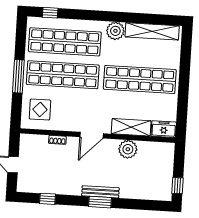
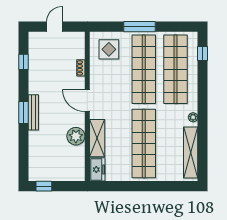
plant: (115, 31) -> (193, 117), width x0.53, depth x0.53

